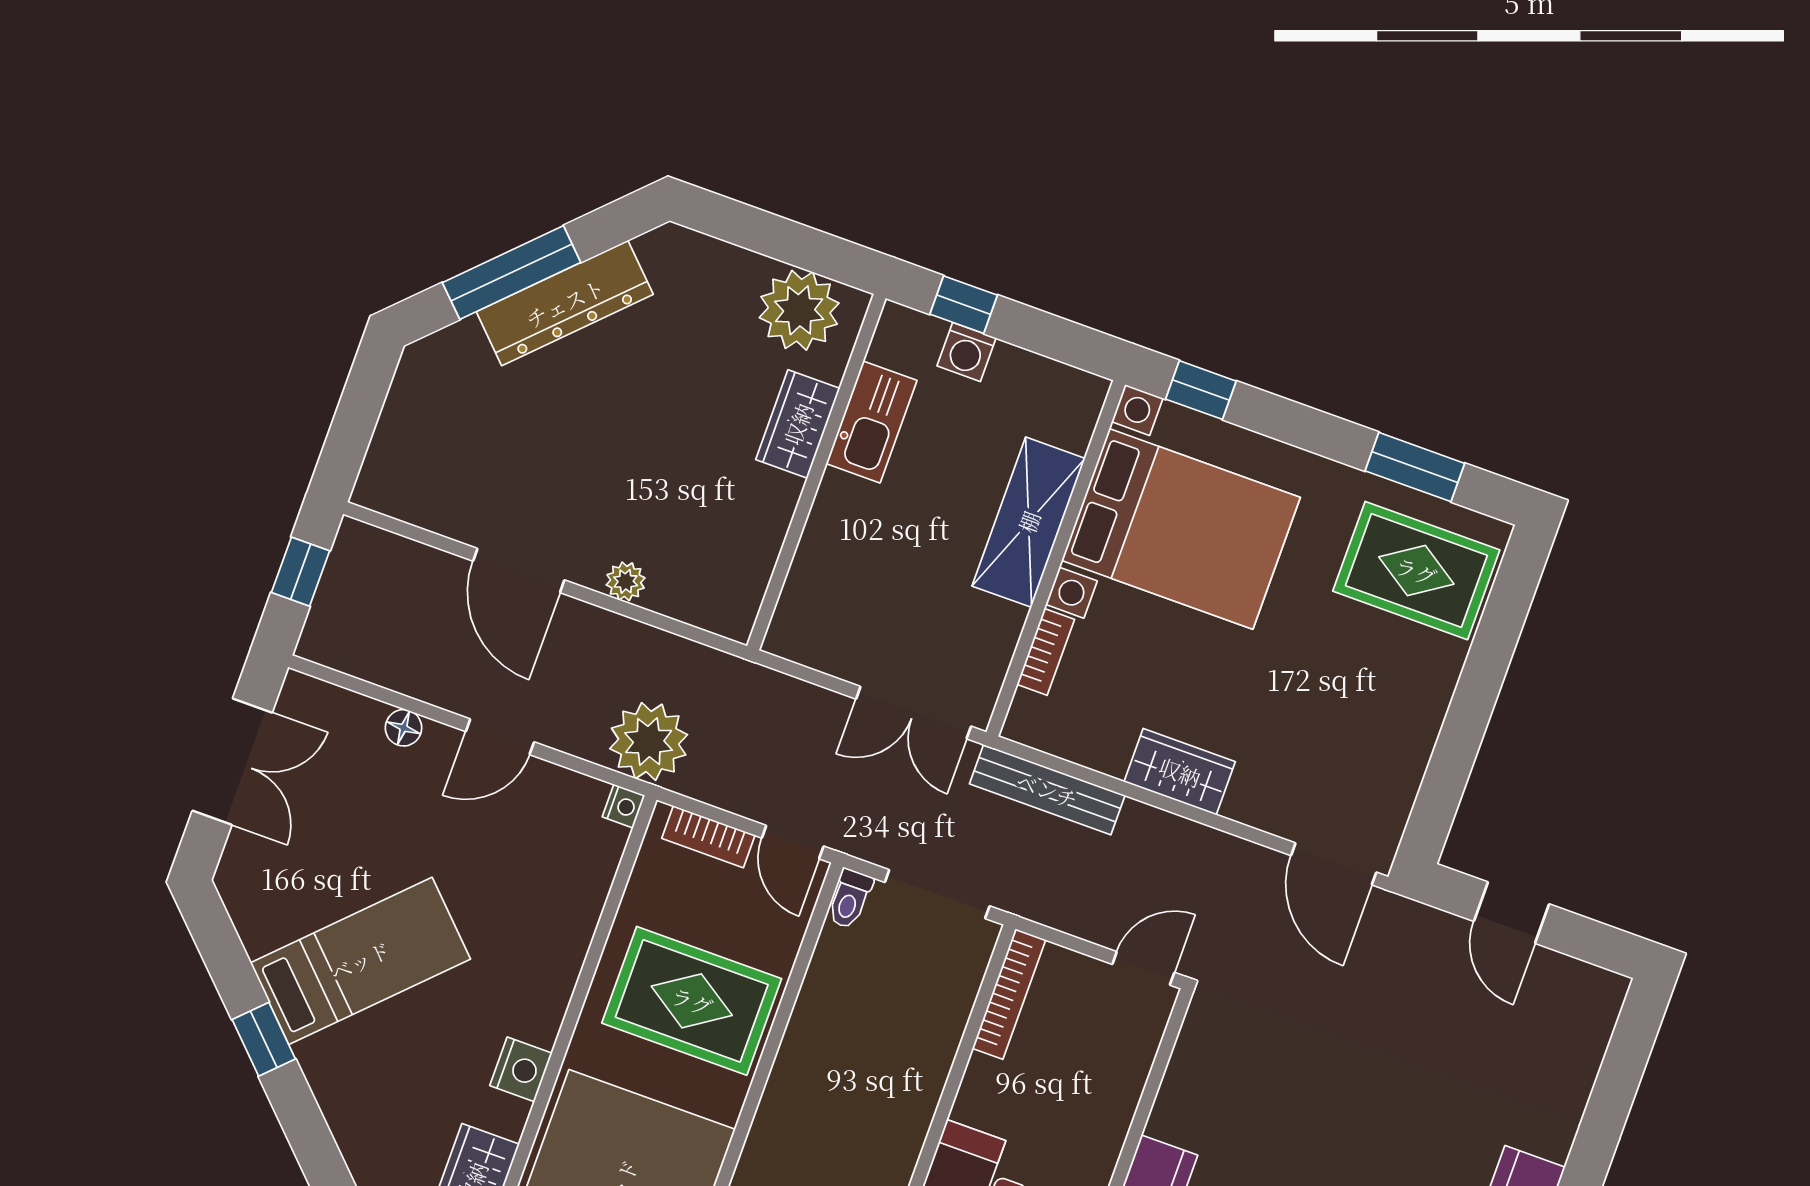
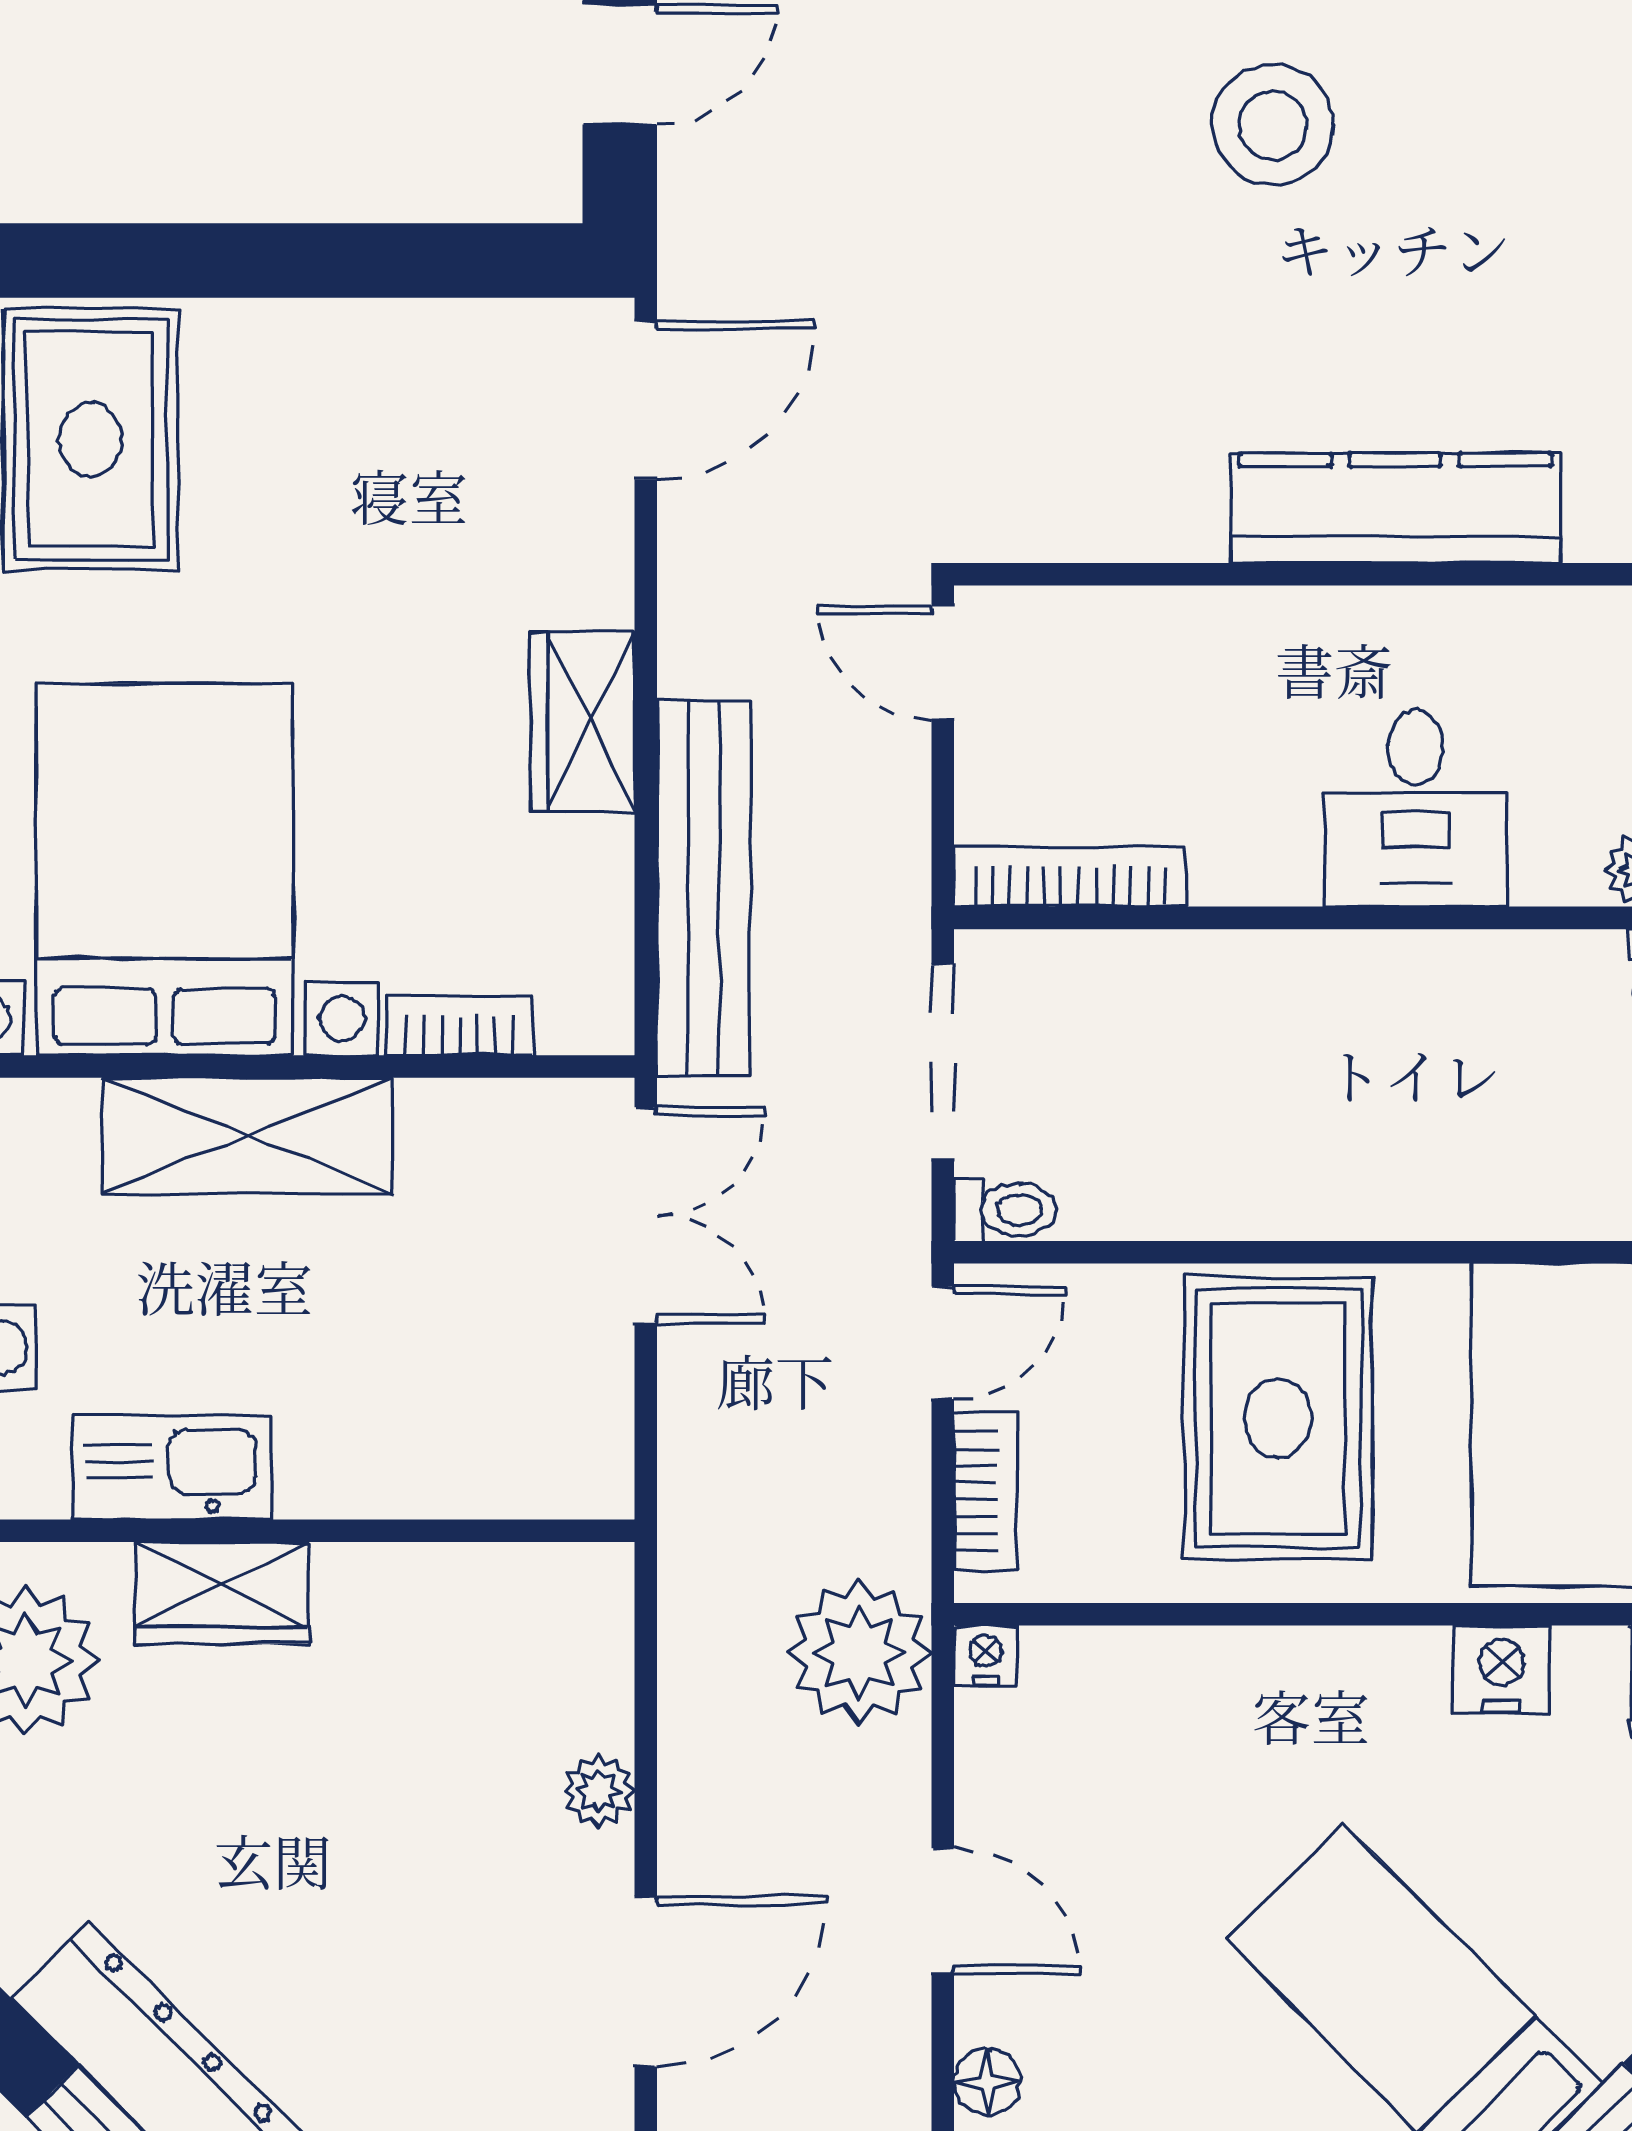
bench: (1047, 790) -> (704, 888), width x1.37, depth x1.21

